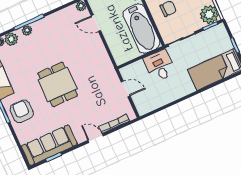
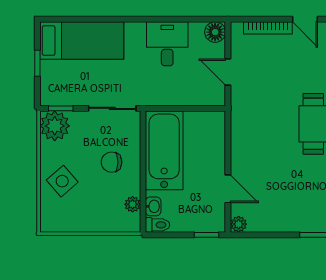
desk: (159, 66) -> (167, 44), moved, turned 180
floor lamp: (143, 108) -> (215, 32), added

